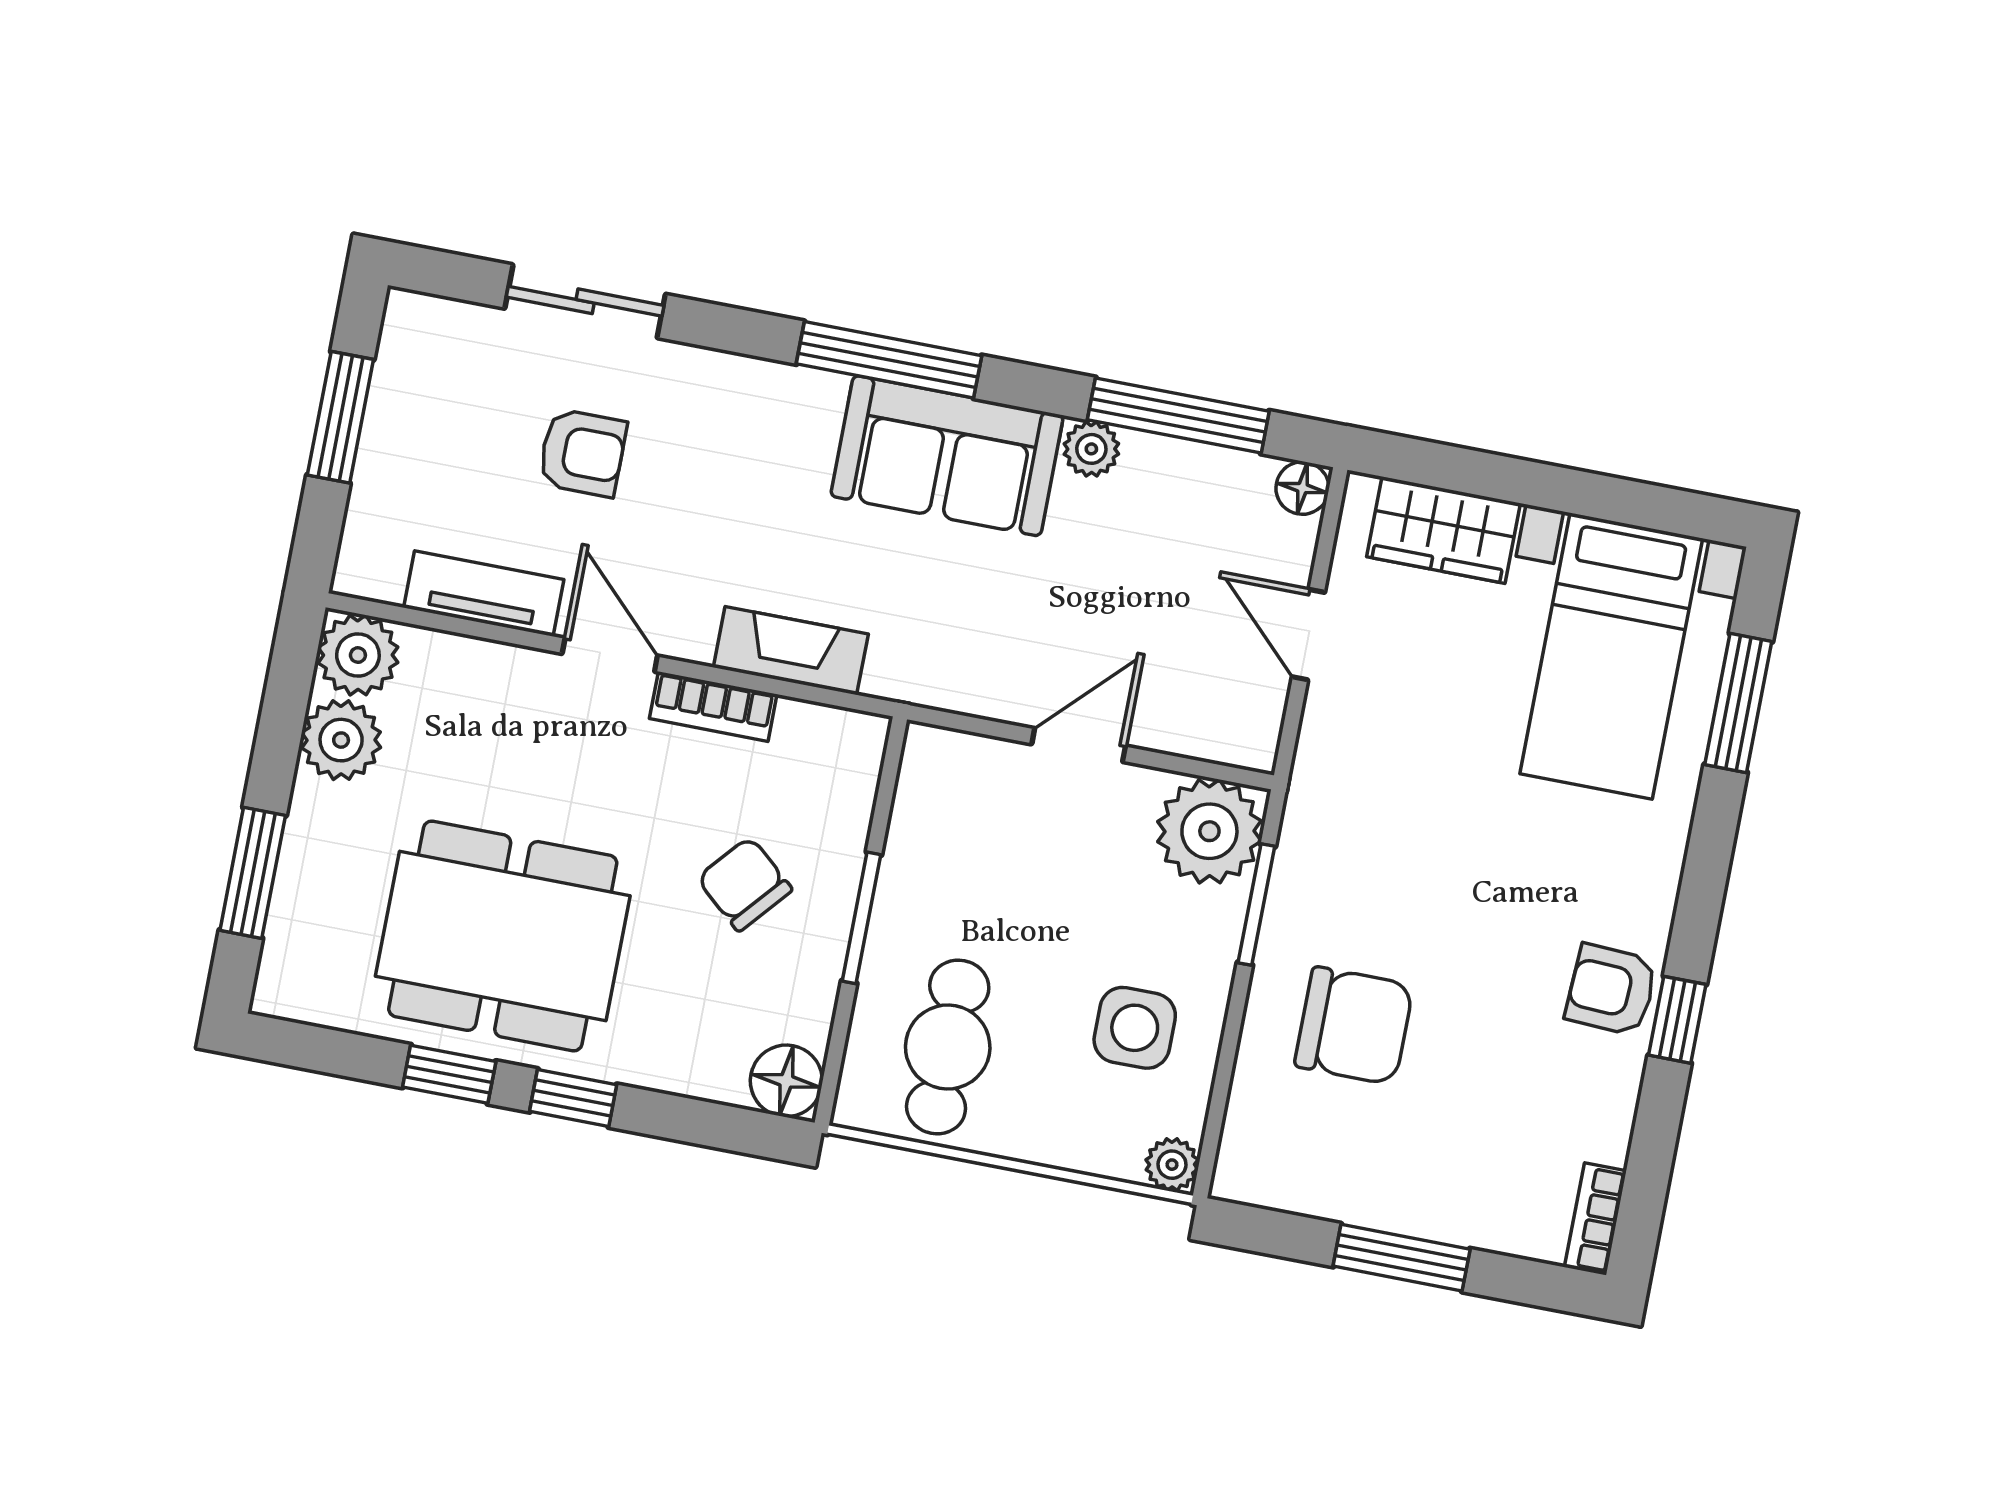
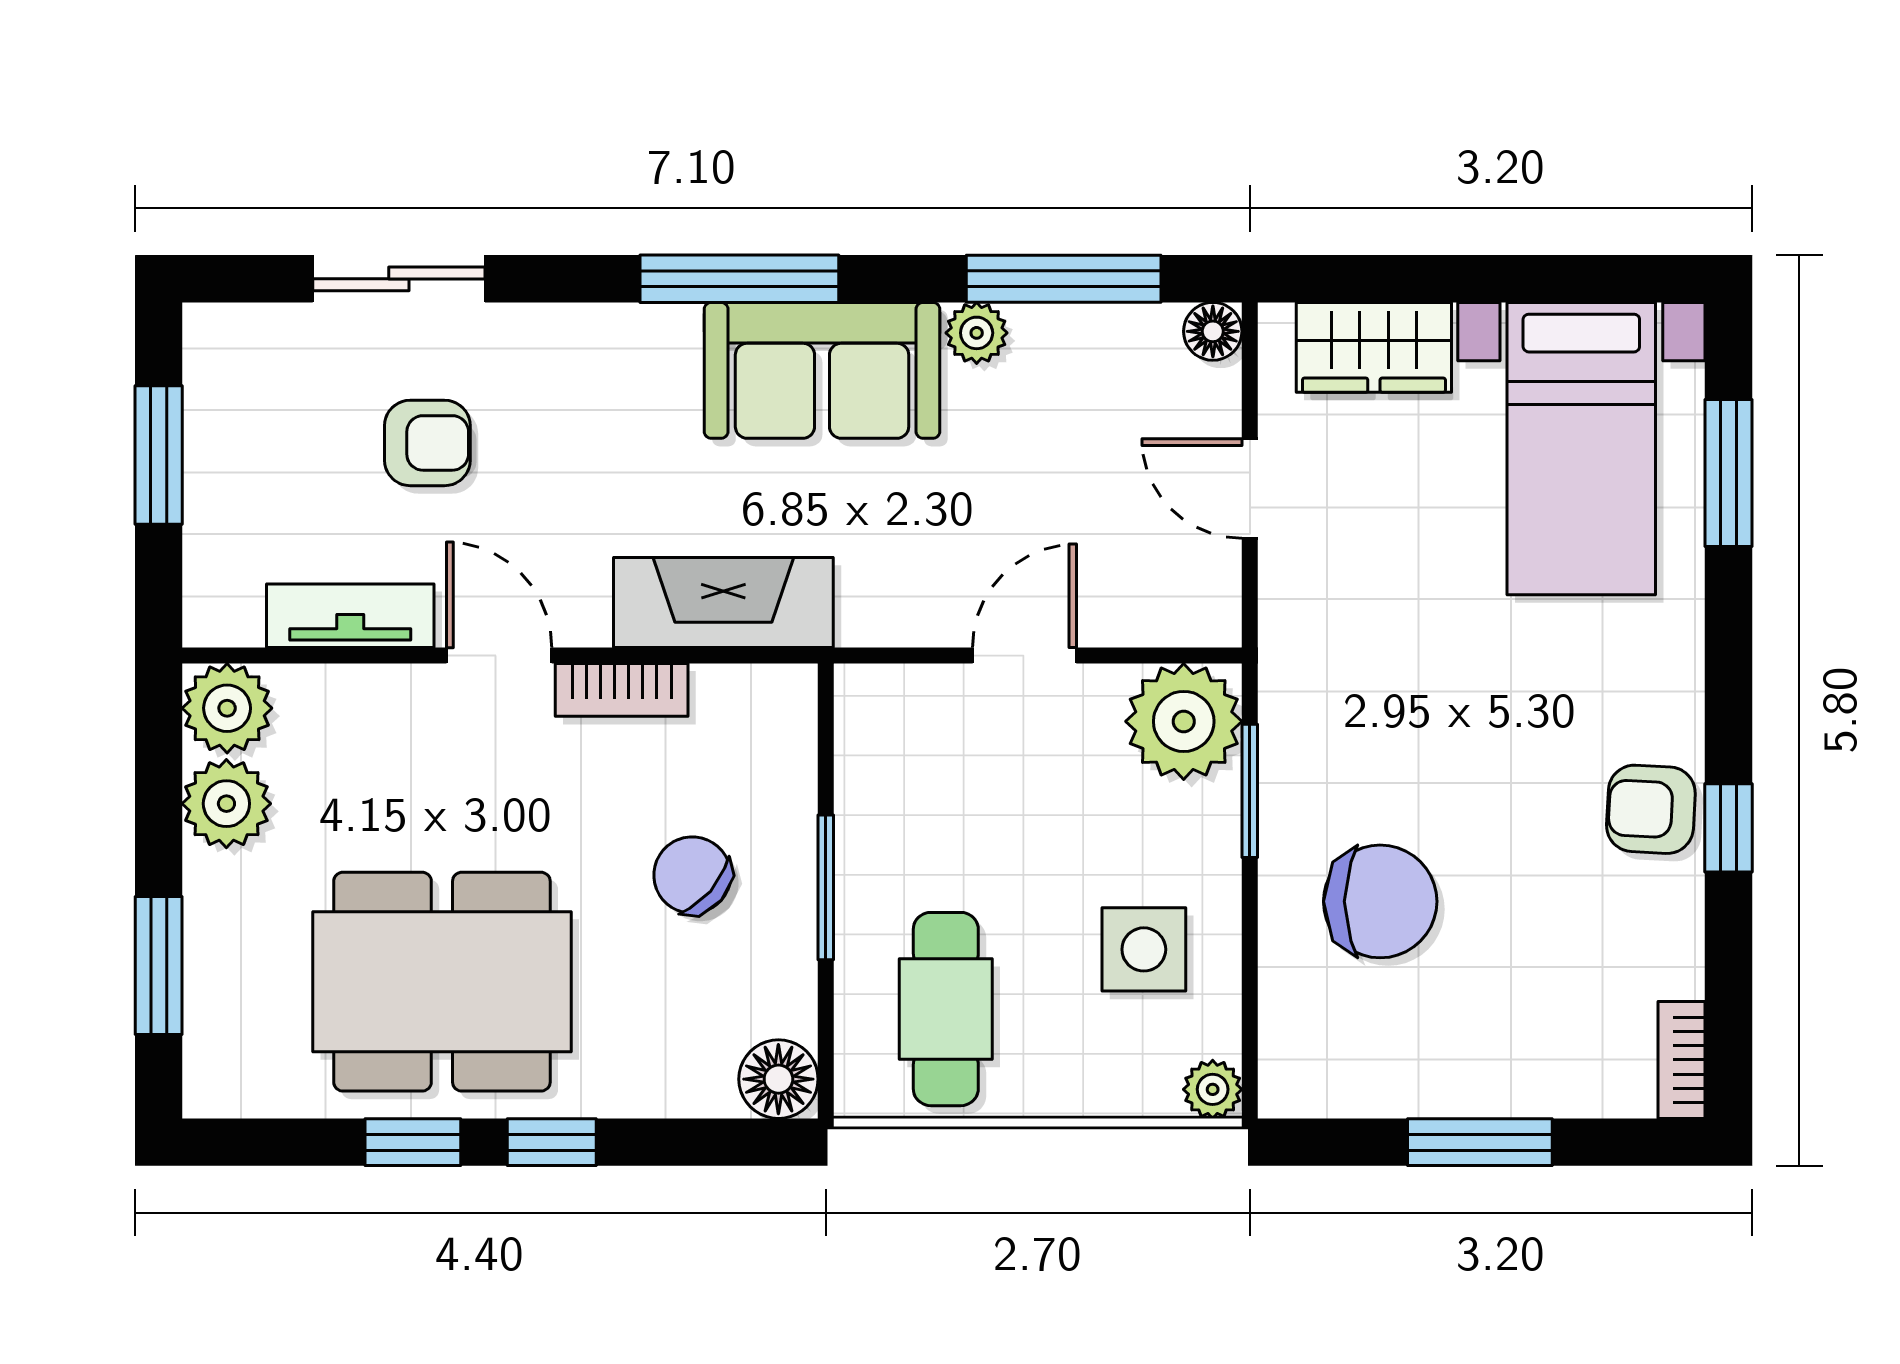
fireplace: (791, 651) -> (723, 603), width x1.37, depth x1.32

